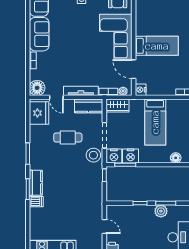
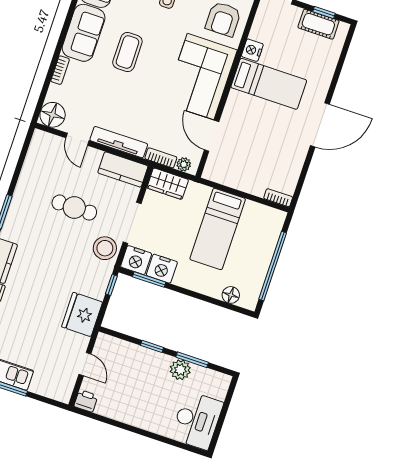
coffee table: (68, 37) -> (127, 52), added
bed: (157, 46) -> (269, 84), moved
nightstand: (141, 90) -> (252, 50), moved
fridge: (39, 113) -> (82, 314), moved, turned 180

